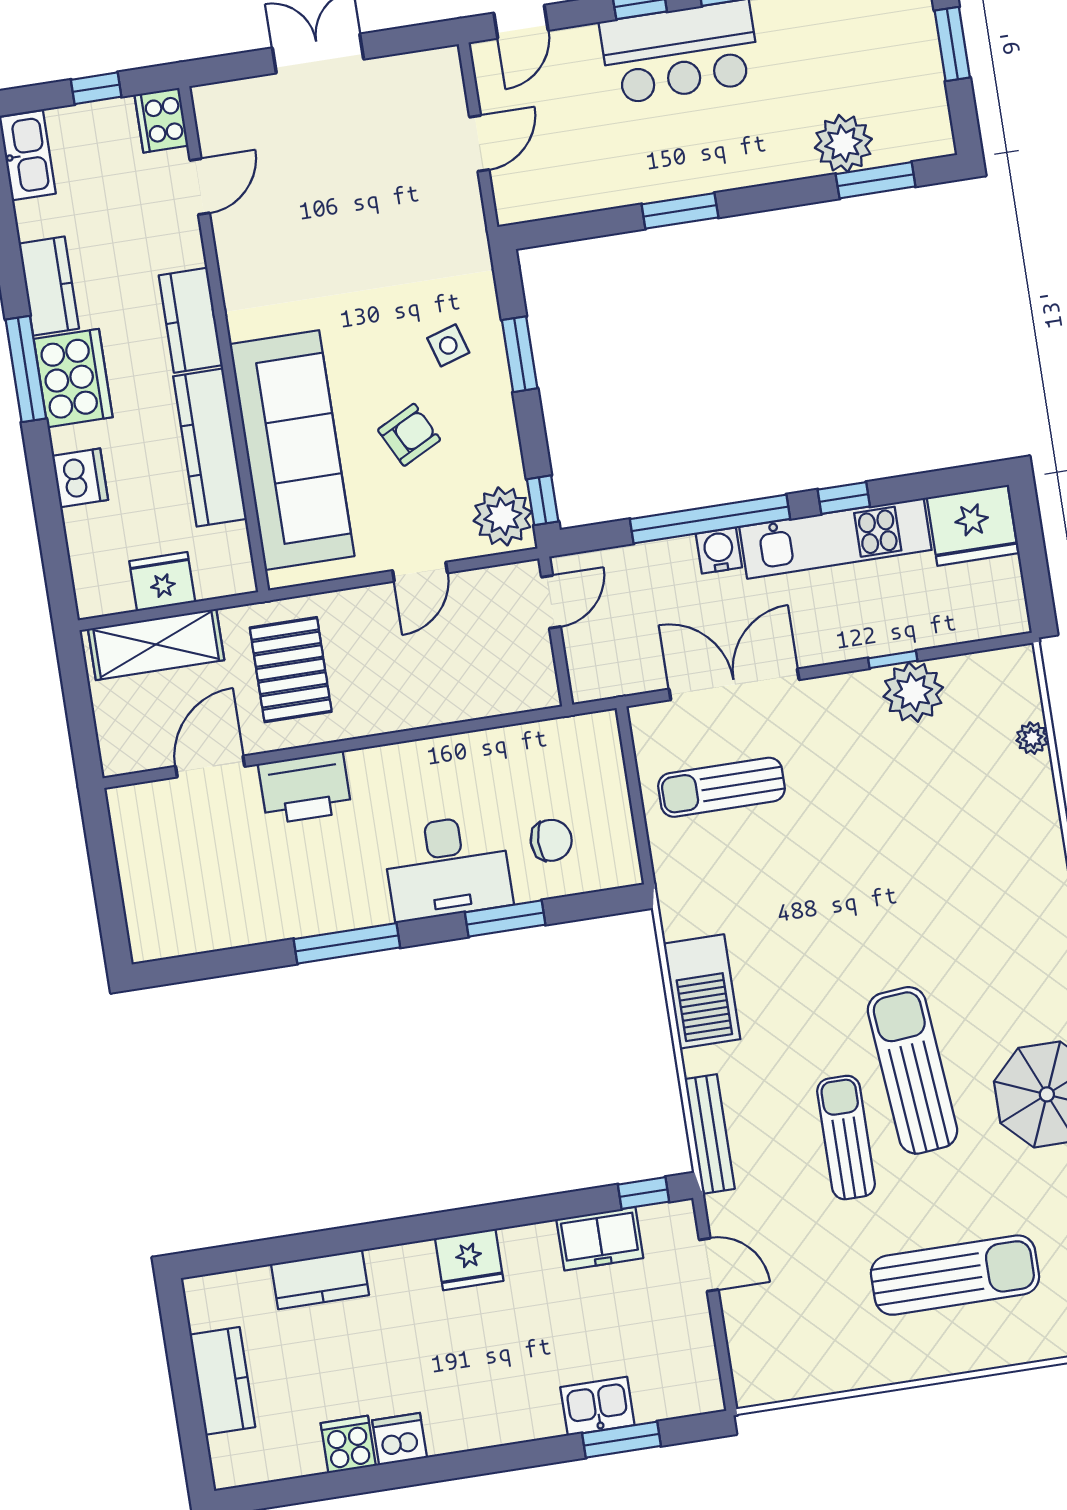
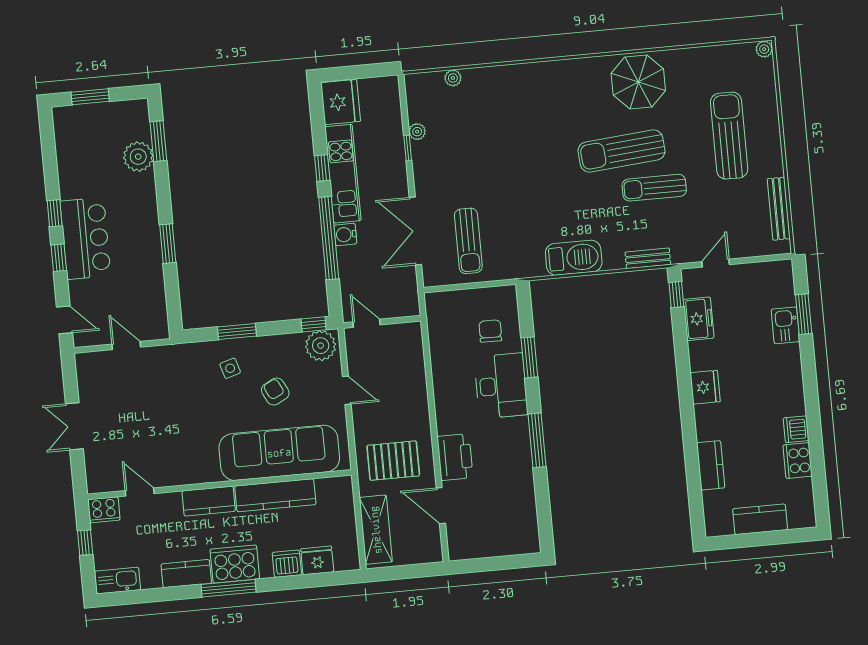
fridge: (162, 582) -> (317, 560), moved, turned 90
plant: (913, 692) -> (417, 132), width x0.53, depth x0.53
bench: (710, 1134) -> (648, 258), width x0.73
bench: (821, 1379) -> (779, 209), added
cooker: (348, 1444) -> (798, 461), width x1.36

